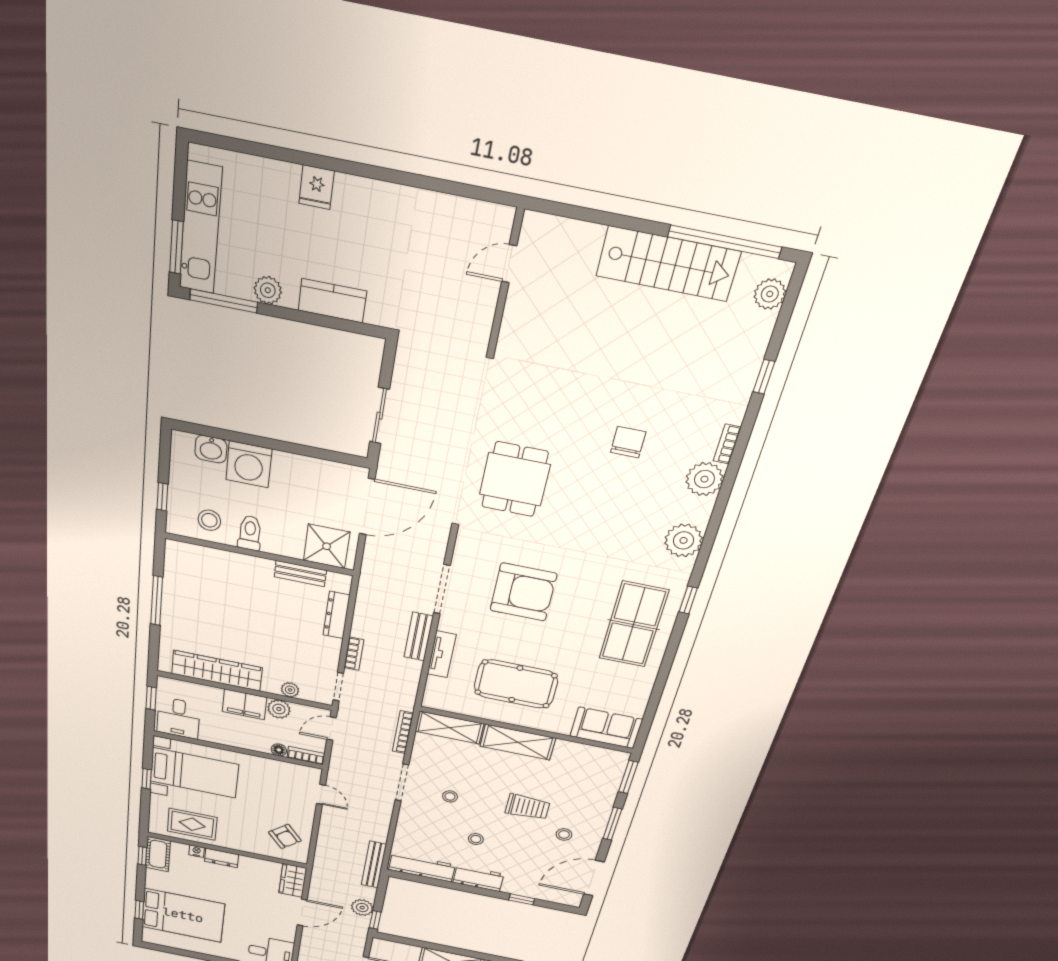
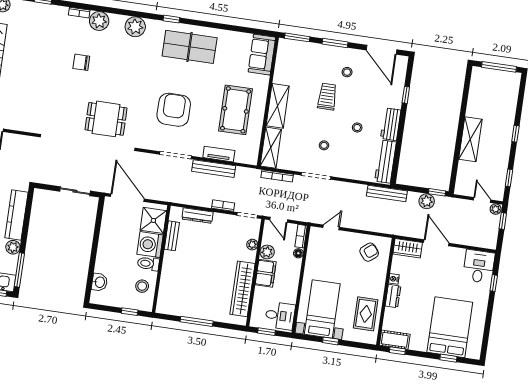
kitchen counter: (332, 301) -> (16, 215), width x1.50
washing machine: (249, 464) -> (150, 245), moved, turned 180
bench: (419, 637) -> (214, 169), width x1.36
nightstand: (197, 851) -> (394, 279), moved

